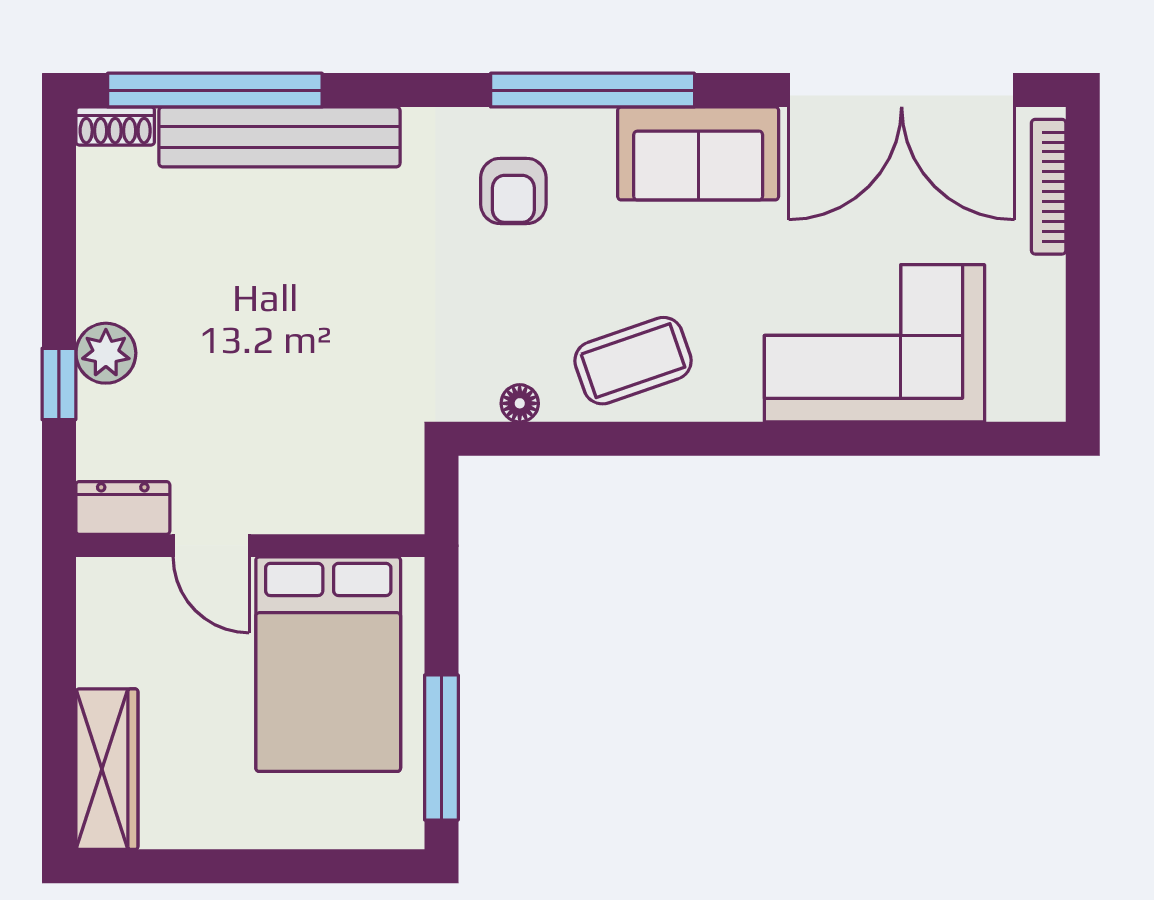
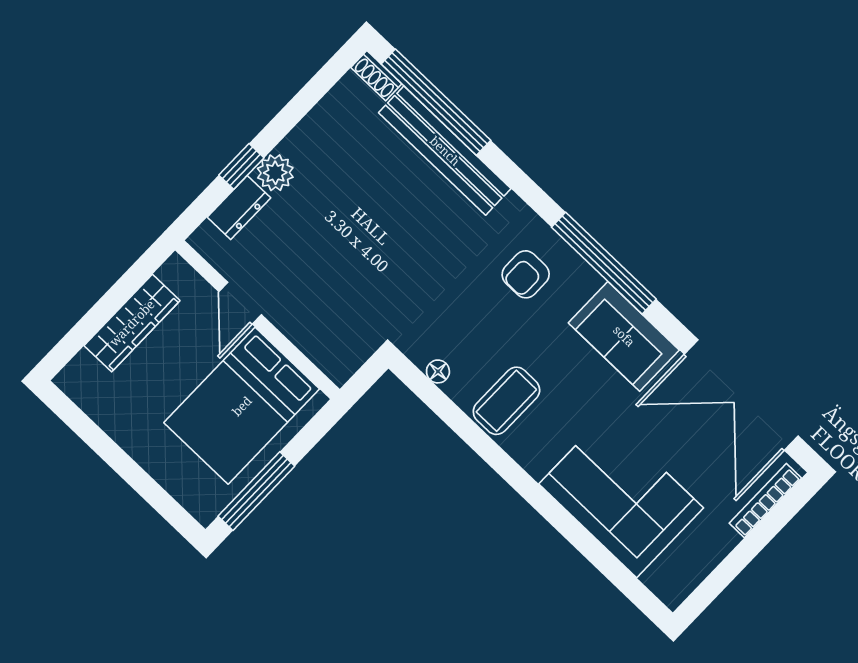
coffee table: (633, 361) -> (506, 401), turned -71
dresser: (123, 508) -> (239, 207), moved, turned 90
wardrobe: (107, 769) -> (132, 323), moved

